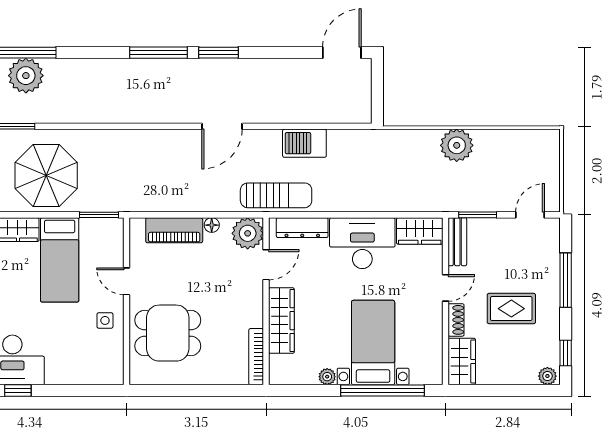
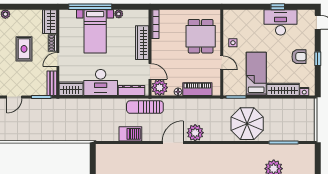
plant: (457, 145) -> (195, 133), moved
parasol: (46, 176) -> (247, 124), moved
door: (266, 265) -> (150, 71), swing flipped
rug: (511, 309) -> (24, 49), turned 90
dining table: (168, 333) -> (201, 36), turned 90

